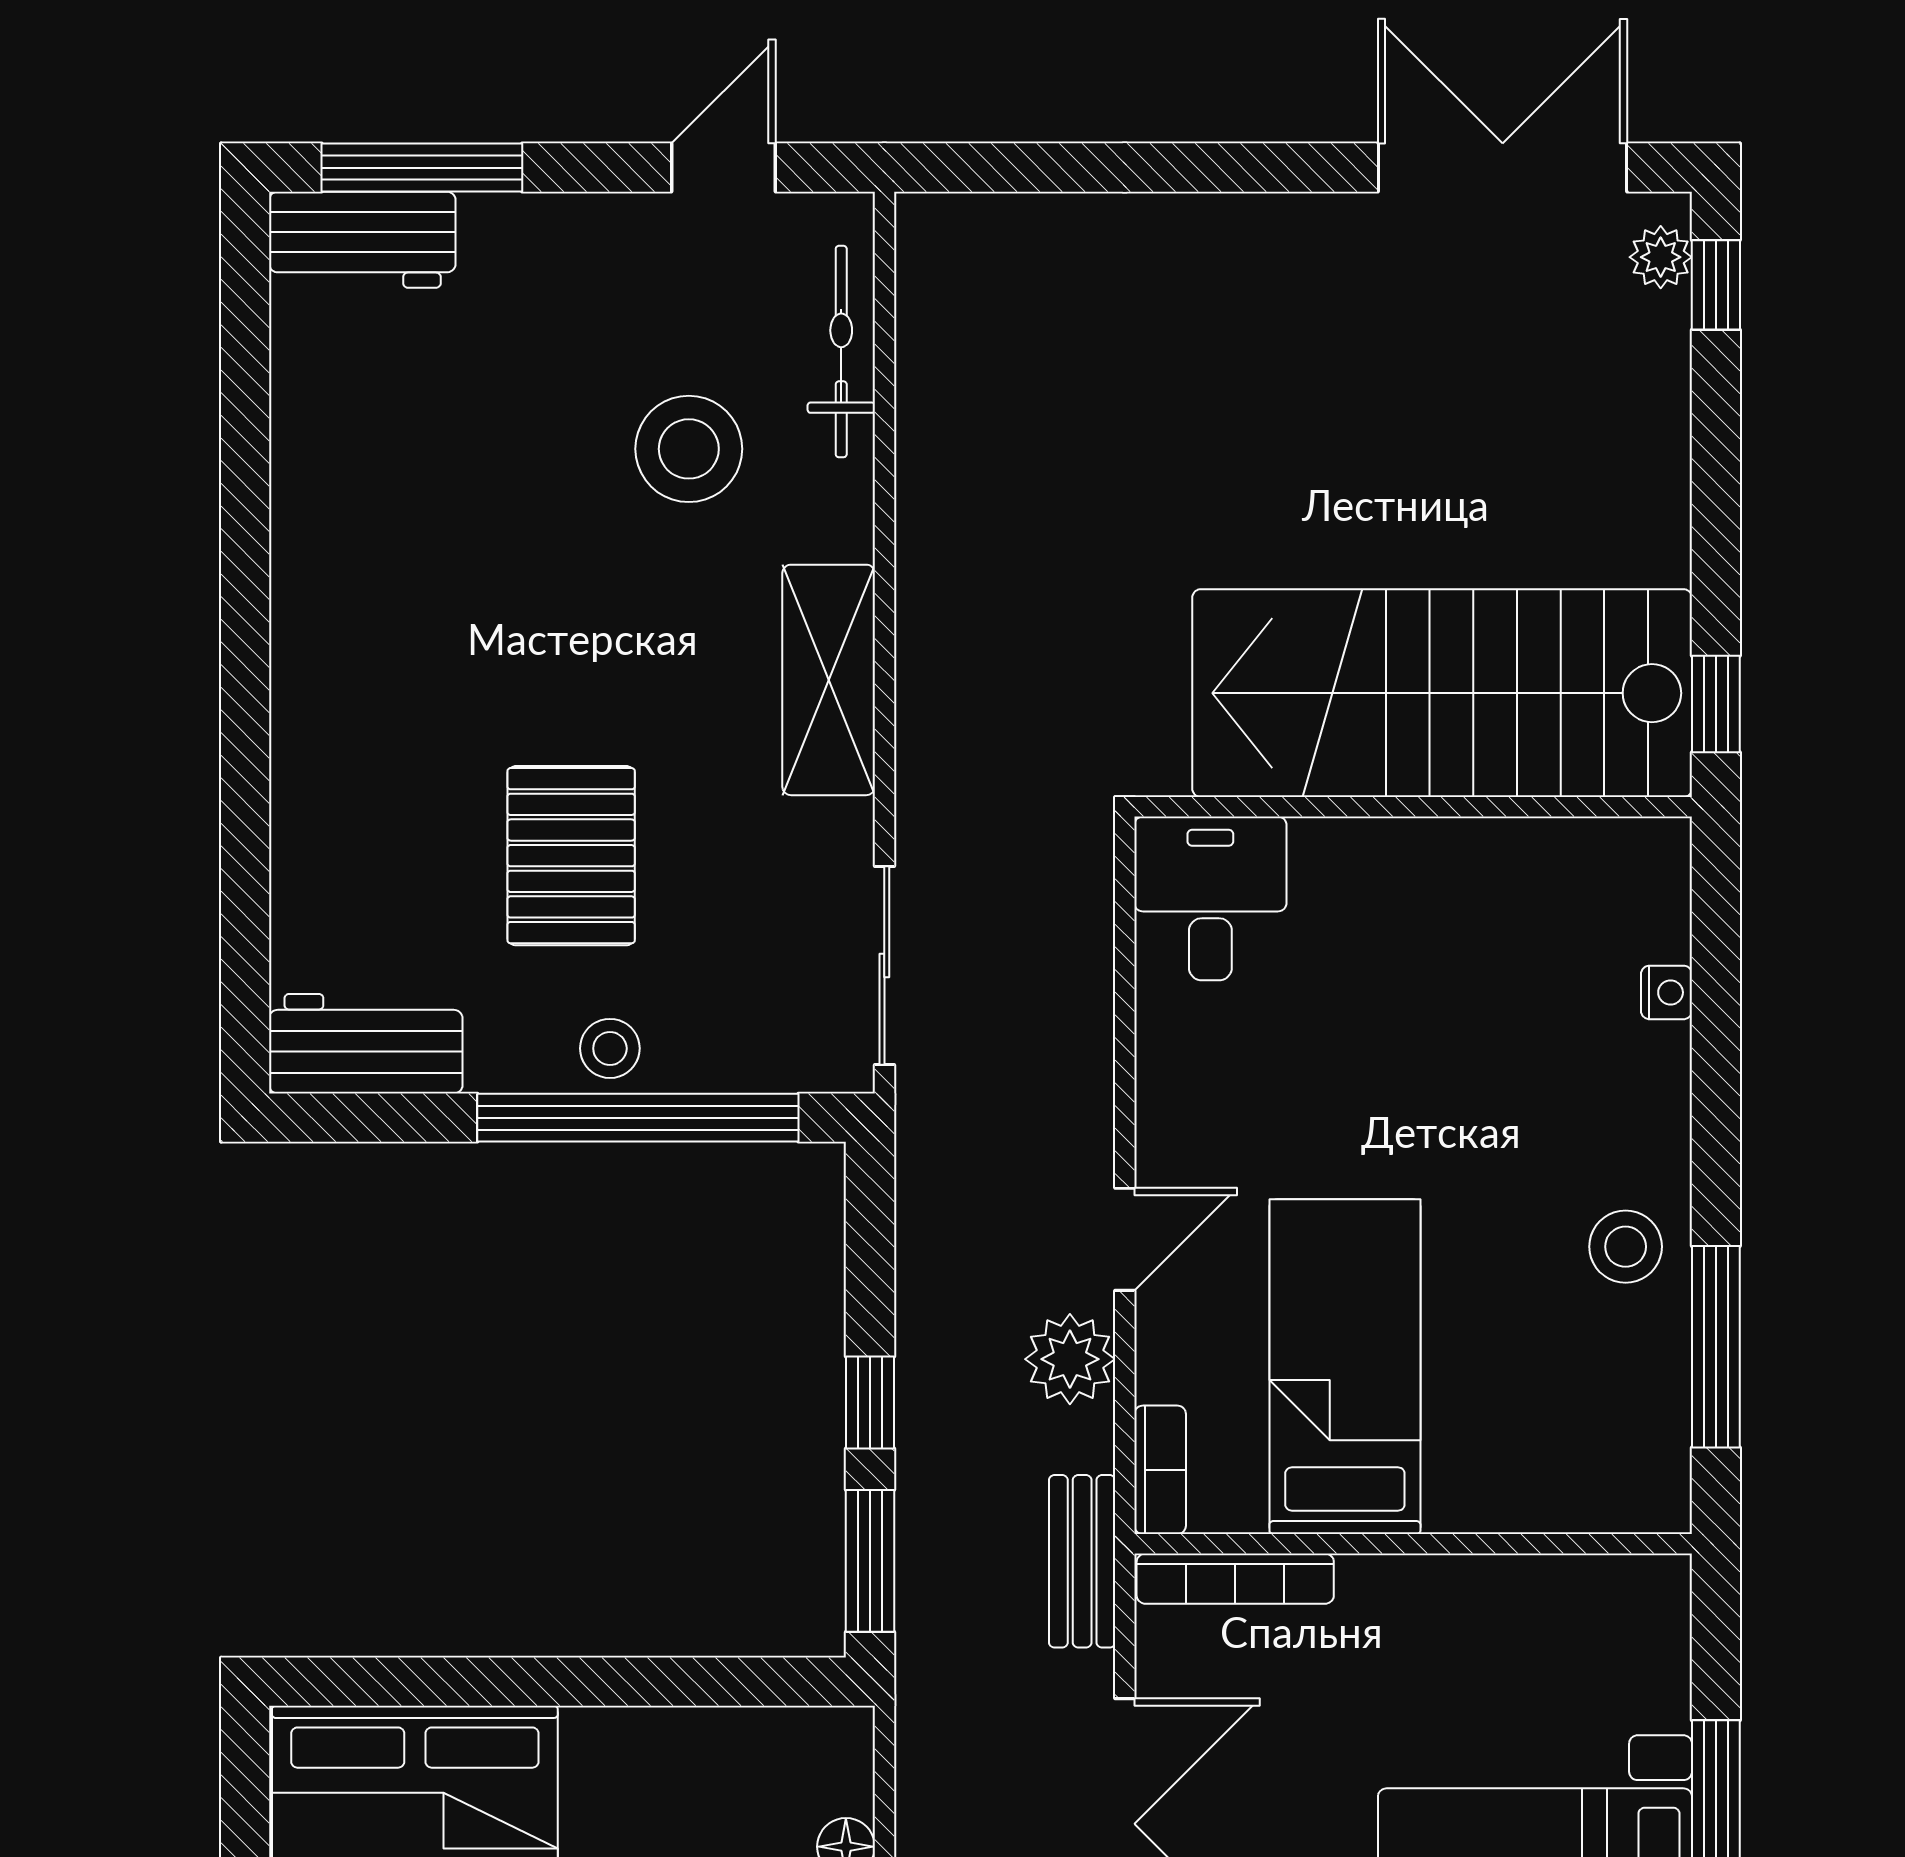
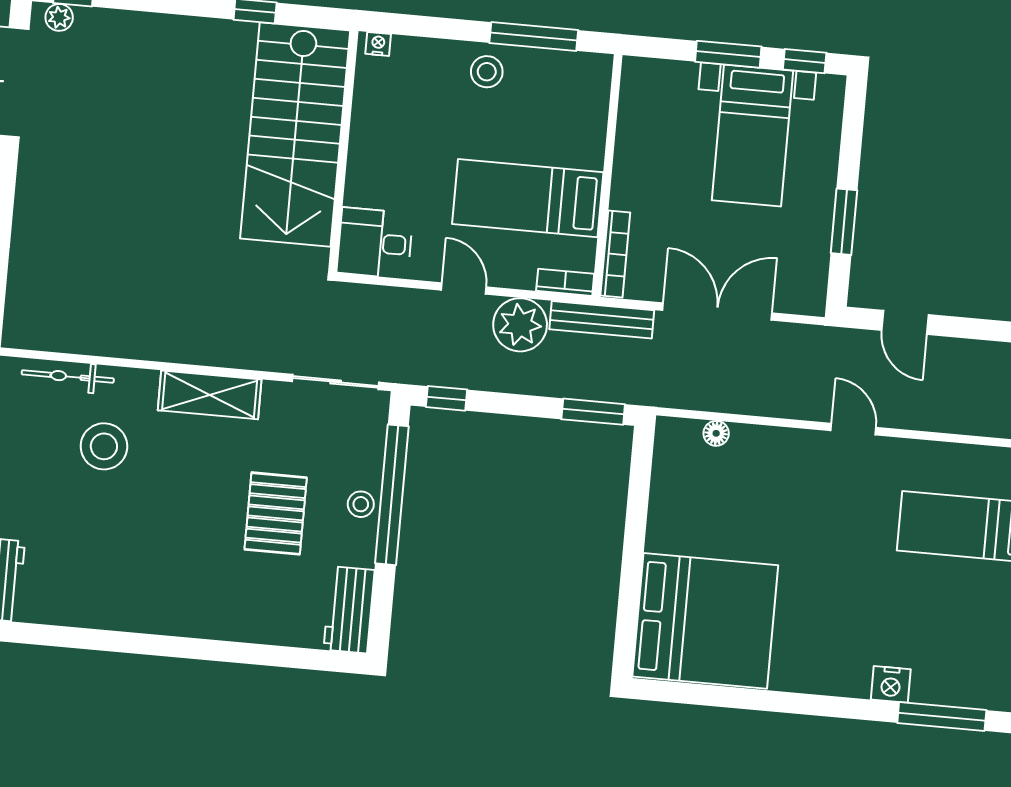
stairs: (1442, 693) -> (295, 134), moved
wall: (1413, 807) -> (343, 152), moved
pallet: (571, 856) -> (276, 513), turned 90
desk: (1210, 898) -> (375, 243), moved
plant: (1070, 1359) -> (520, 325), width x1.36, depth x1.36
window: (870, 1402) -> (447, 398), moved
bench: (1082, 1561) -> (602, 320), width x1.36

